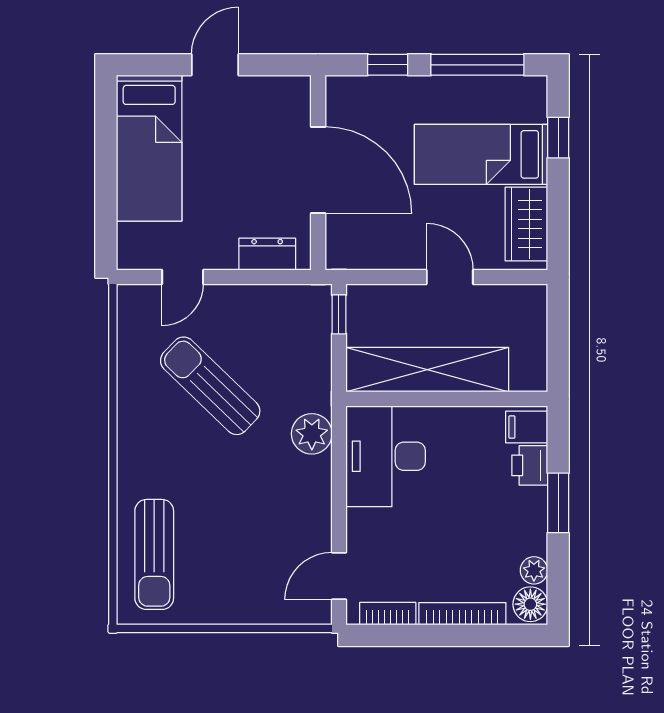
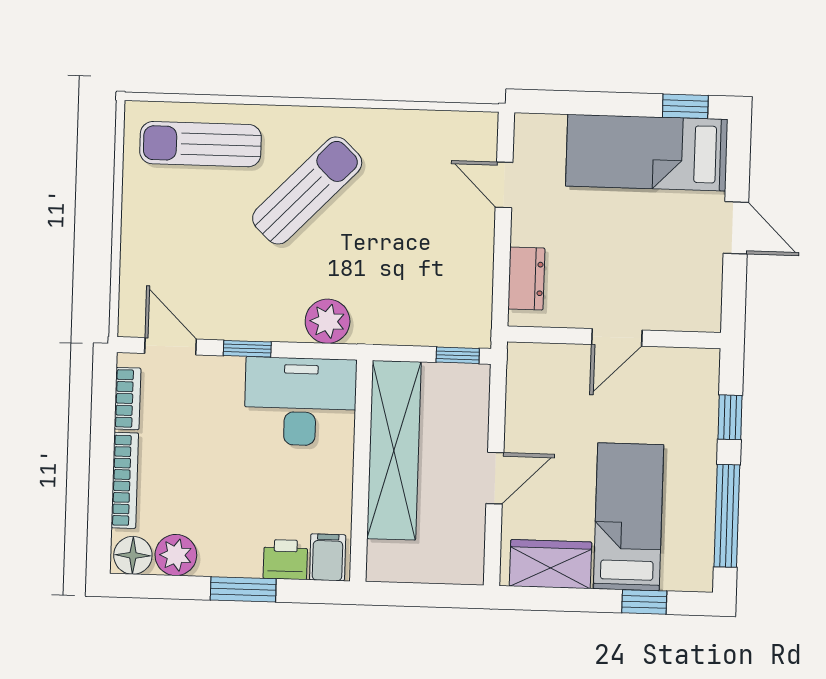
window: (106, 114) -> (685, 106), added
door: (318, 170) -> (617, 337), width x0.53
sun lounger: (210, 386) -> (307, 190), moved
window: (339, 506) -> (247, 349), added
plant: (534, 570) -> (176, 555), width x1.38, depth x1.38

